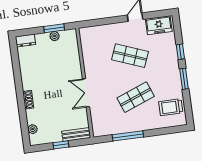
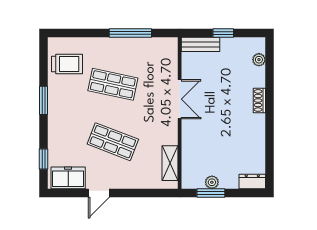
shelving: (87, 46) -> (170, 163), added
window: (180, 52) -> (44, 159), moved
shop shelf: (136, 97) -> (113, 84), turned 33

